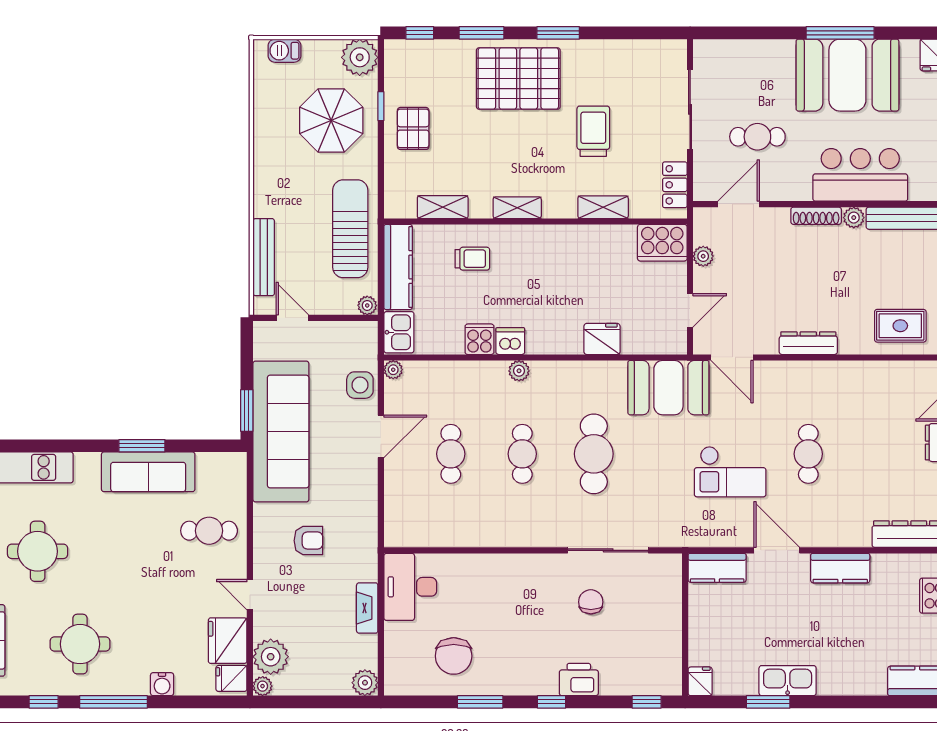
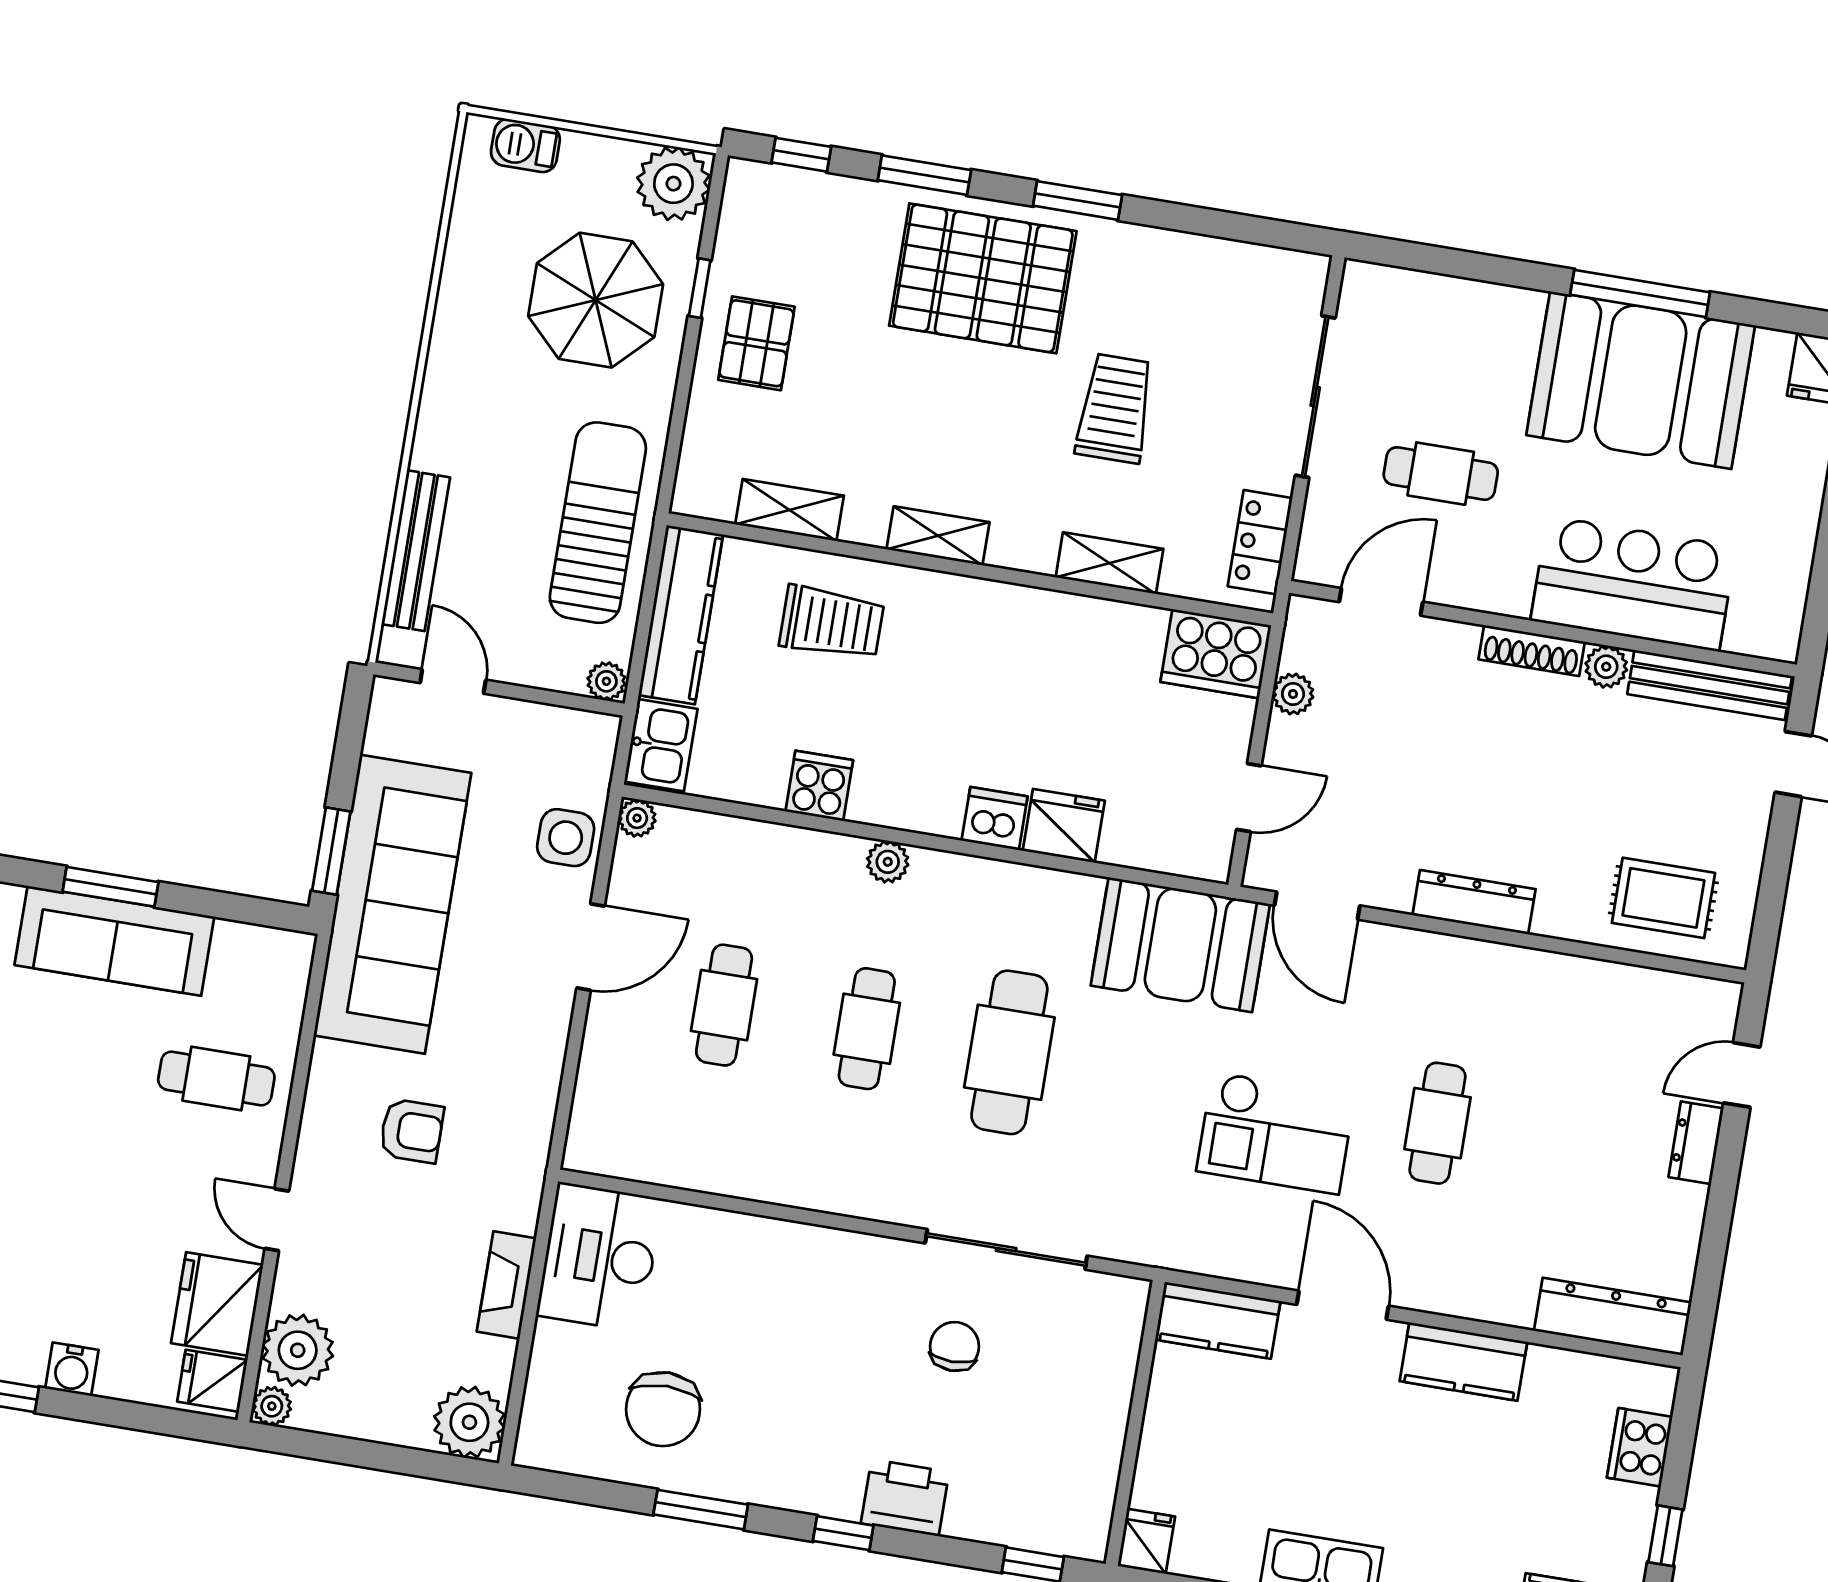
trolley: (472, 259) -> (832, 623), width x1.36, depth x1.39
dishwasher: (510, 341) -> (995, 819), moved
plant: (365, 683) -> (469, 1422), width x1.36, depth x1.36

